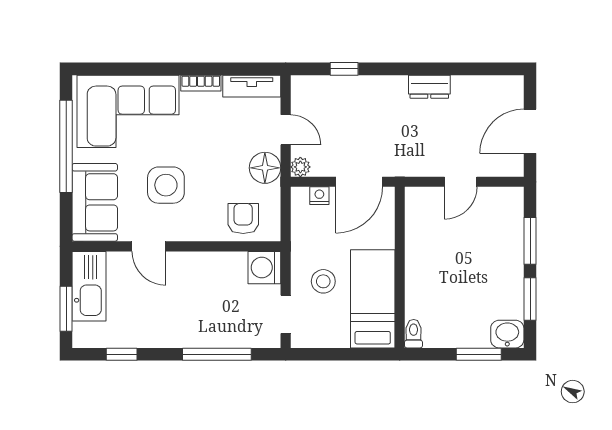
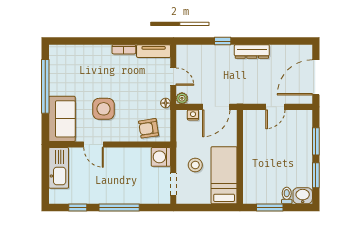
window: (344, 69) -> (223, 41), moved
dresser: (429, 87) -> (252, 51), width x1.44
corner sofa: (128, 111) -> (81, 66), removed
door: (530, 131) -> (316, 77), width x1.36
floor lamp: (265, 168) -> (166, 103), width x0.53, depth x0.53
armchair: (243, 219) -> (149, 128), turned -99
window: (66, 309) -> (45, 181), removed
toilet: (414, 334) -> (287, 195), moved
window: (217, 354) -> (119, 207), moved
window: (479, 354) -> (270, 207), moved

